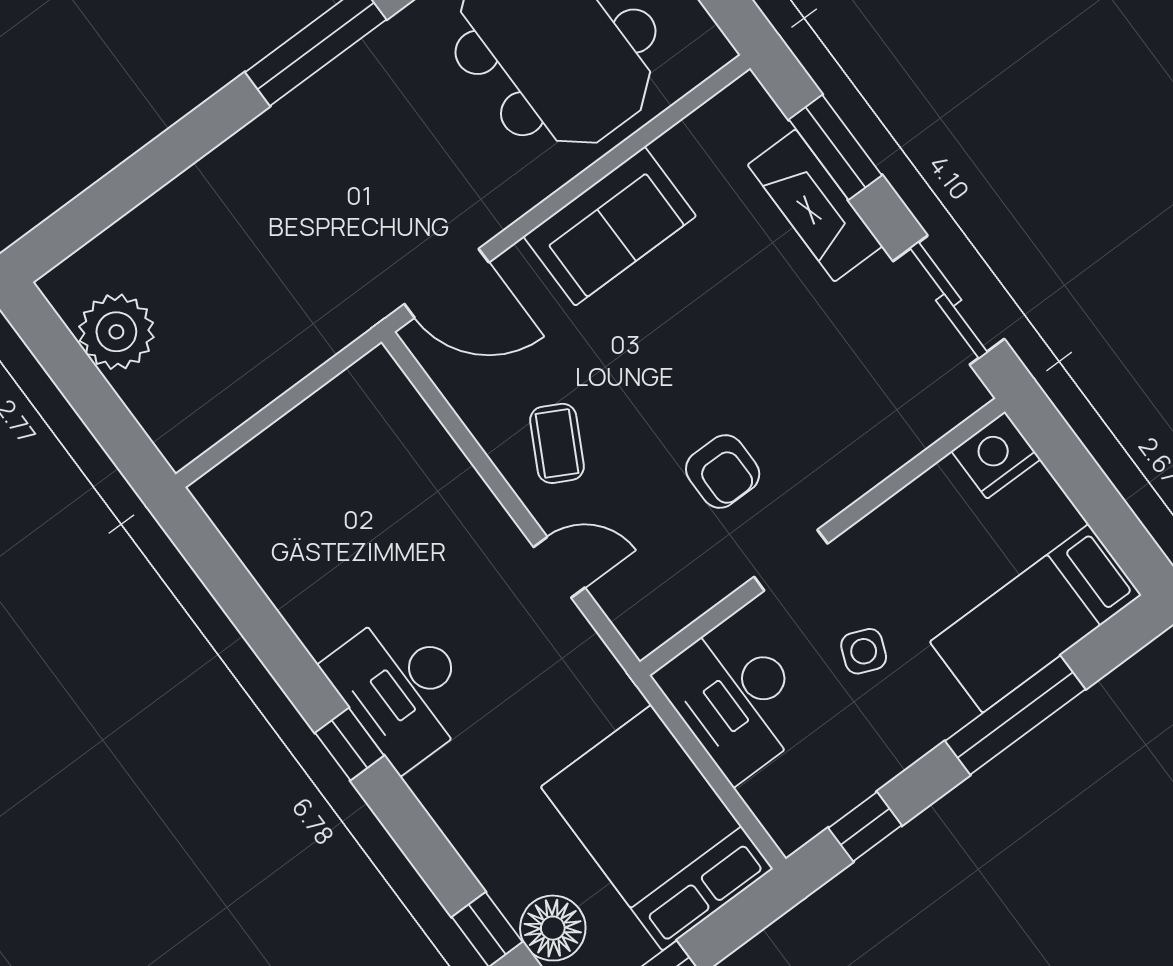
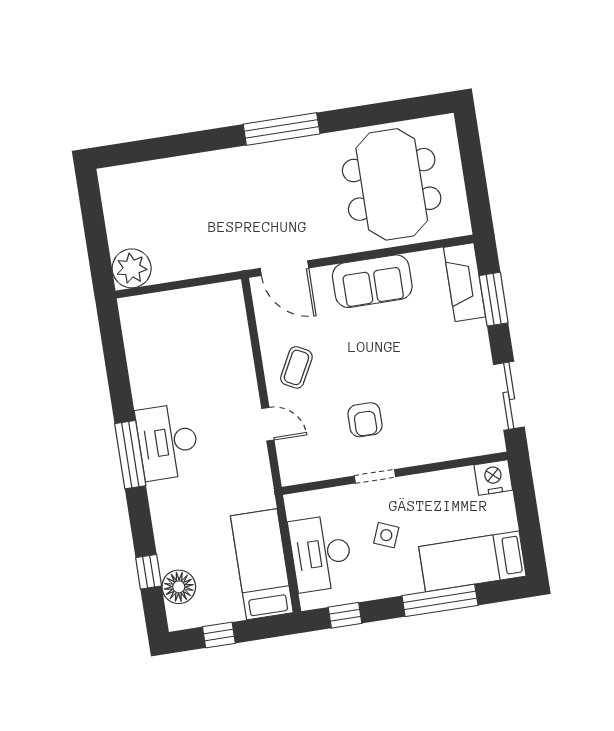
fireplace: (815, 206) -> (464, 282), moved
plant: (116, 332) -> (132, 268), moved
desk: (736, 699) -> (321, 553), moved
window: (350, 744) -> (130, 455), width x2.17
bed: (657, 828) -> (262, 564), width x0.67

